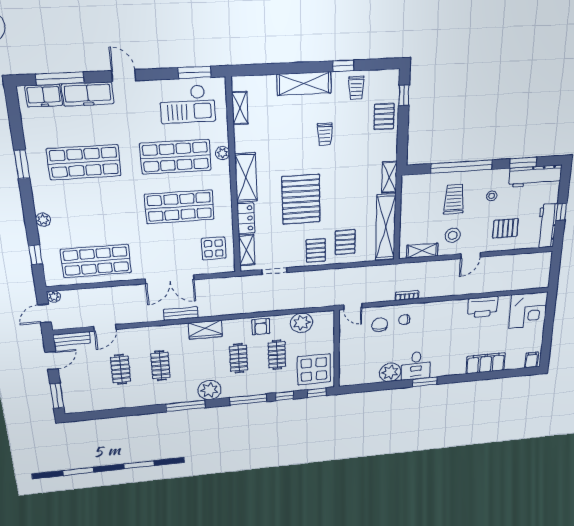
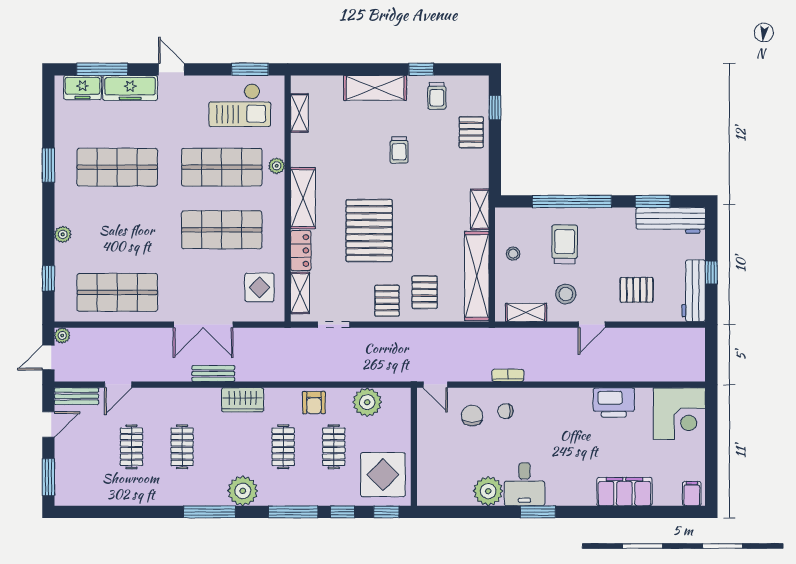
stool: (492, 196) -> (513, 254), moved

